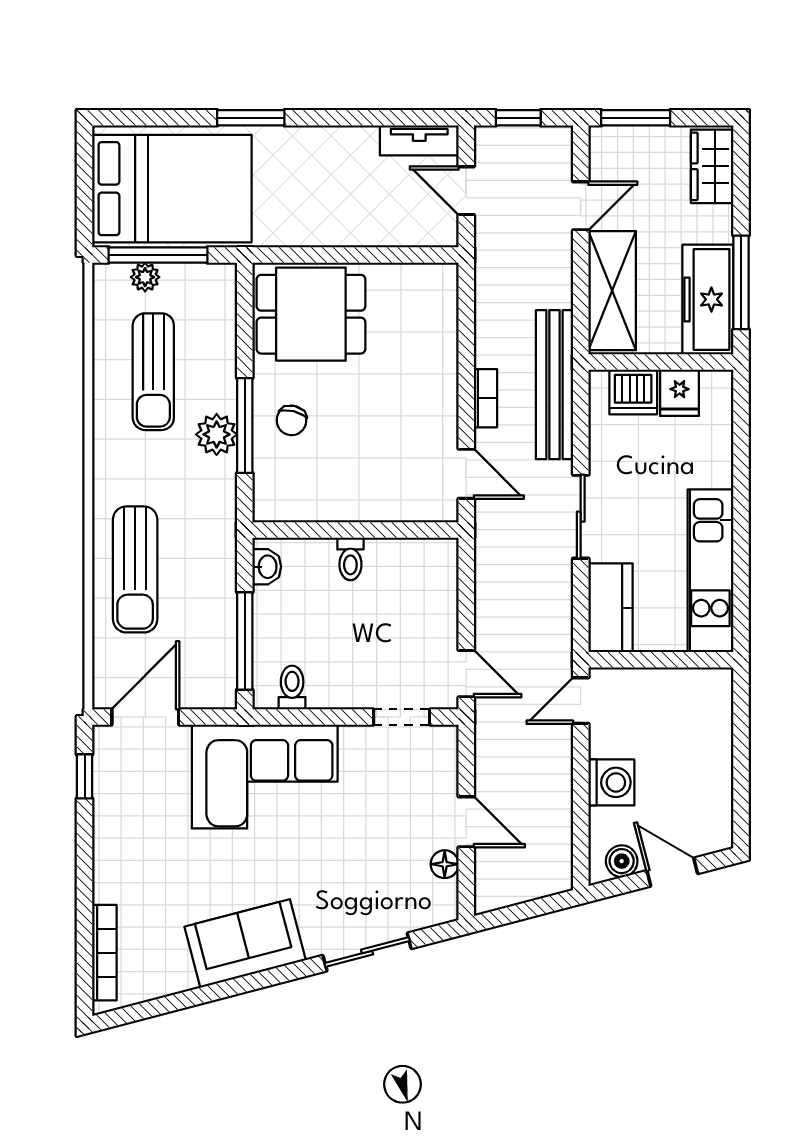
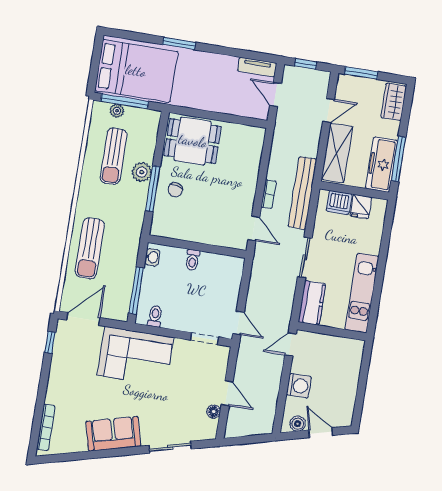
plant: (217, 434) -> (142, 172), moved

